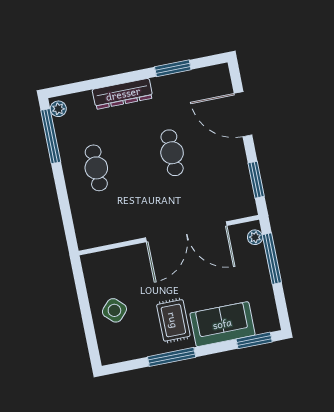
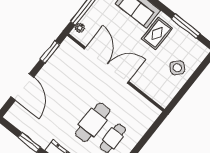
cafe table: (172, 153) -> (93, 122), moved, width x1.37, depth x1.35
window: (172, 357) -> (186, 26), moved

